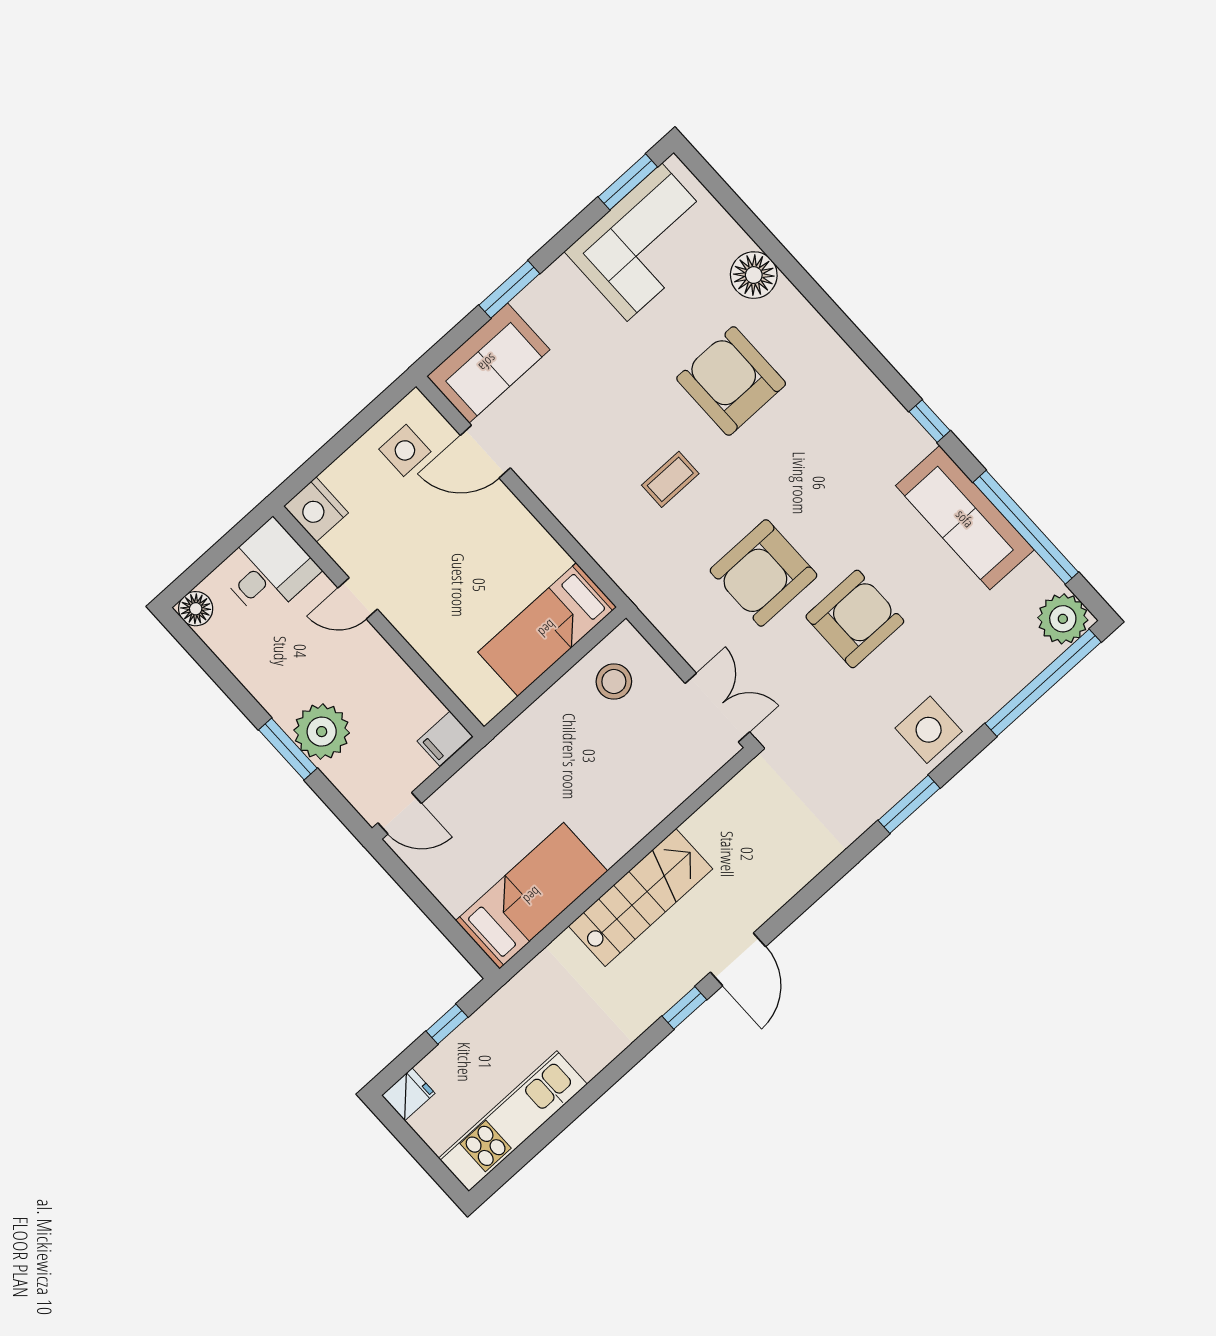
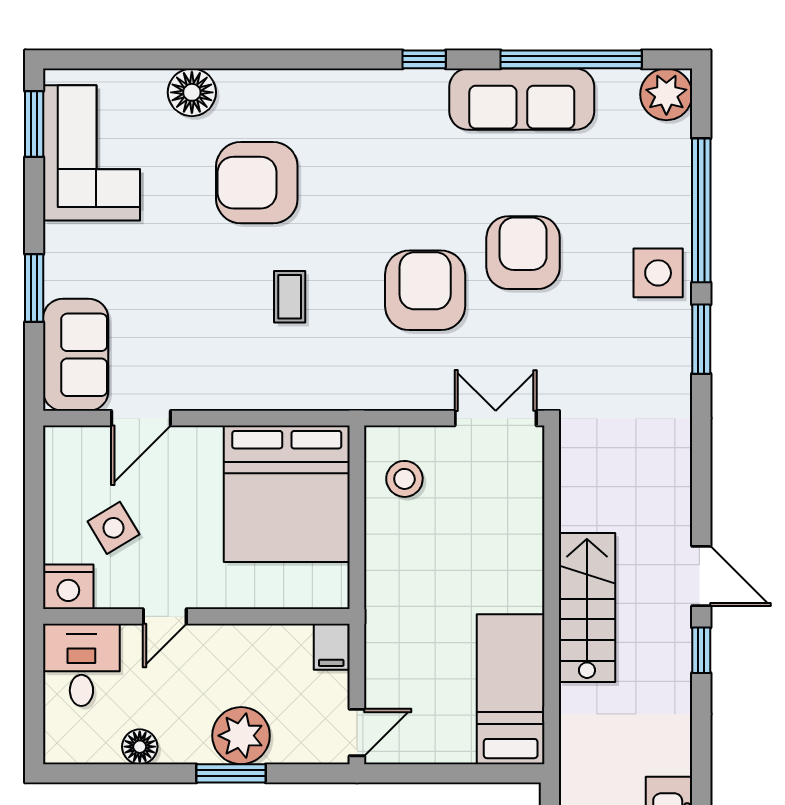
side table: (405, 450) -> (113, 528), moved, turned -31
armchair: (764, 573) -> (425, 290), turned 180
floor lamp: (196, 609) -> (140, 747), moved
bed: (547, 629) -> (287, 494), width x2.04
window: (1043, 683) -> (701, 210), moved

